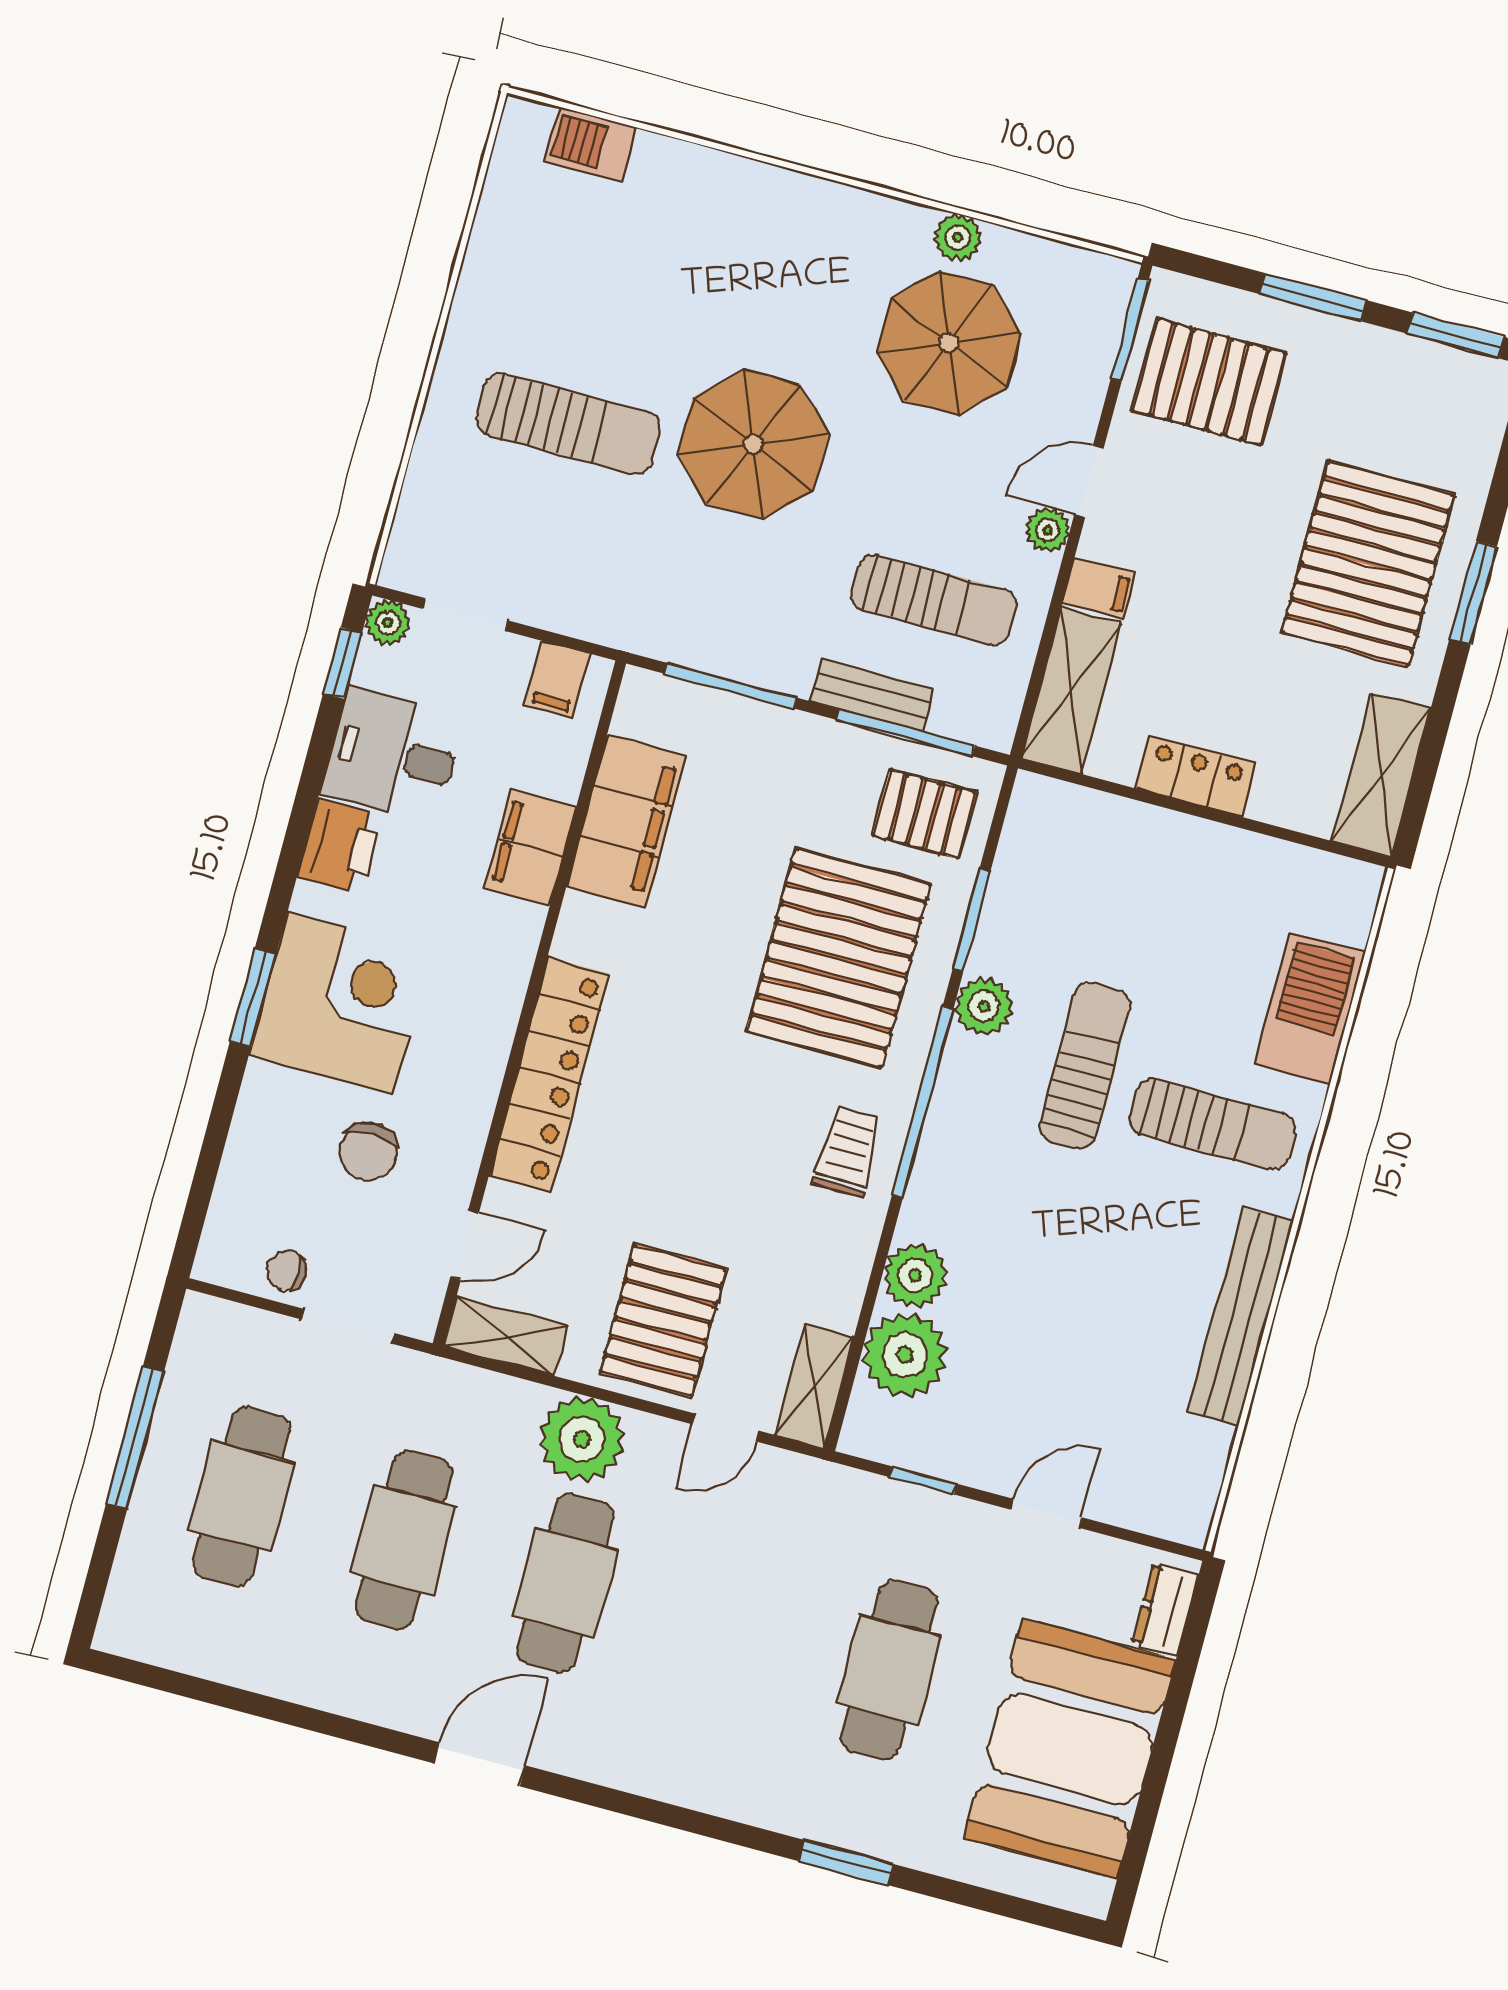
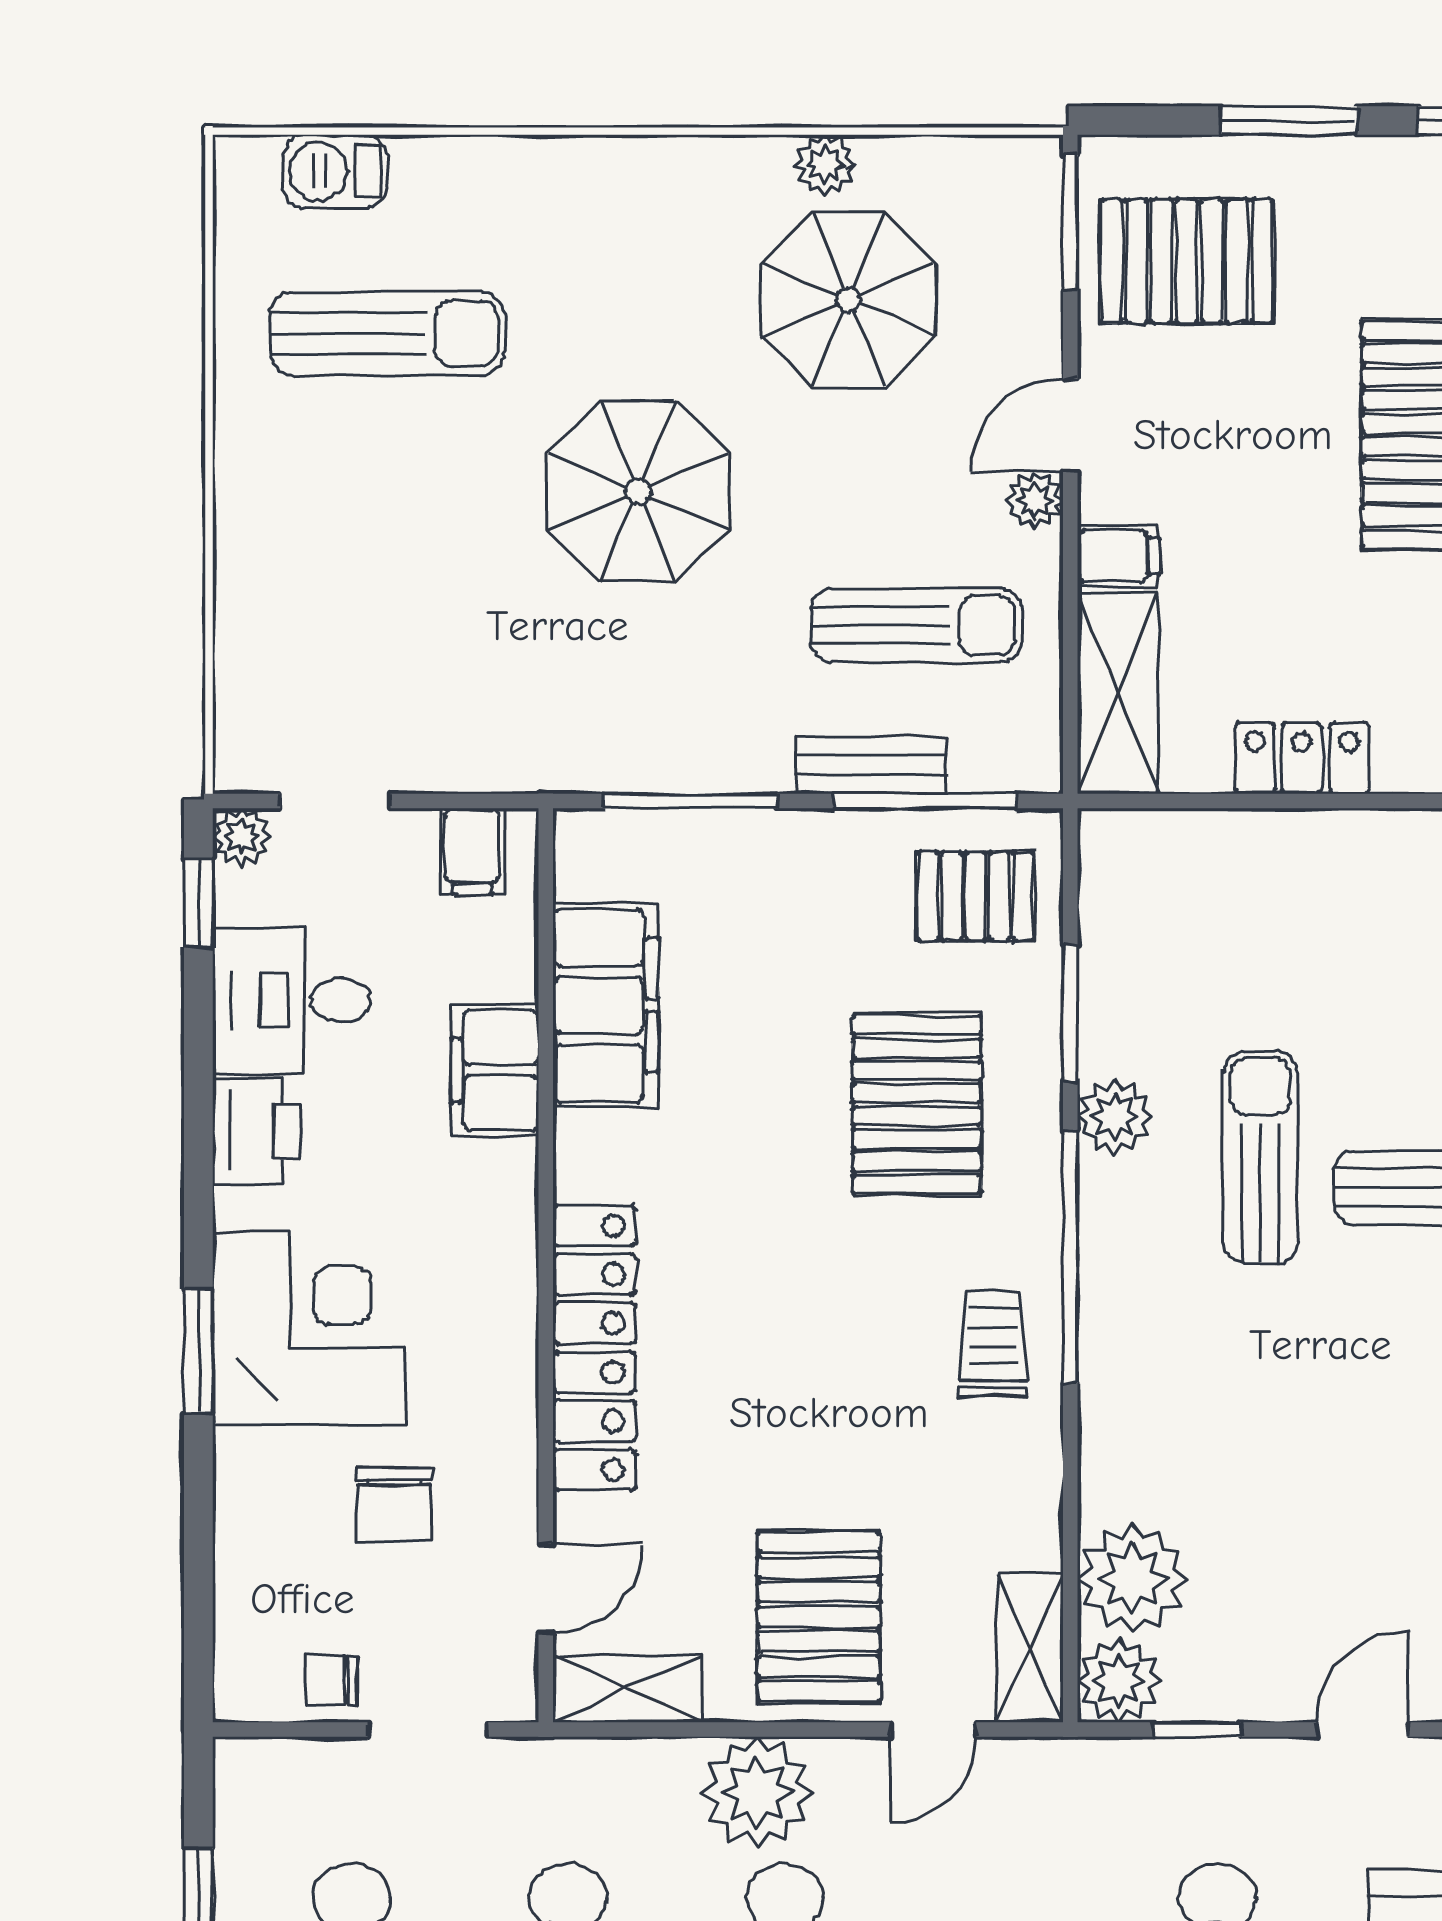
sun lounger: (568, 424) -> (388, 333), moved
pallet: (839, 958) -> (917, 1105), width x0.73, depth x0.71
plant: (915, 1276) -> (1119, 1681), moved

